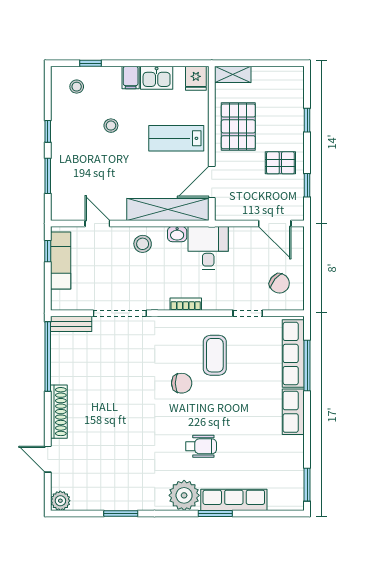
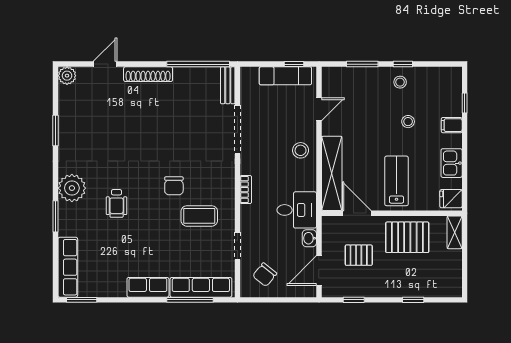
filing cabinet: (131, 78) -> (452, 125), moved
stool: (77, 87) -> (400, 82), moved
pallet: (280, 163) -> (359, 255), moved, turned 90
washbasin: (177, 234) -> (309, 238), moved
row of seats: (234, 500) -> (68, 267), moved

